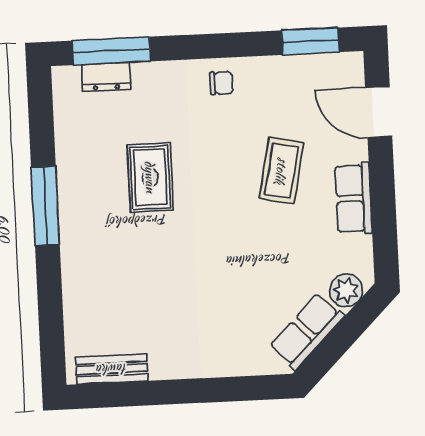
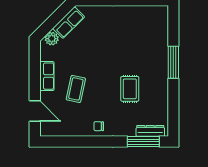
window: (310, 41) -> (61, 142), removed
dresser: (106, 77) -> (150, 131), width x1.44
window: (45, 206) -> (173, 62), moved
bench: (112, 369) -> (149, 11), removed

